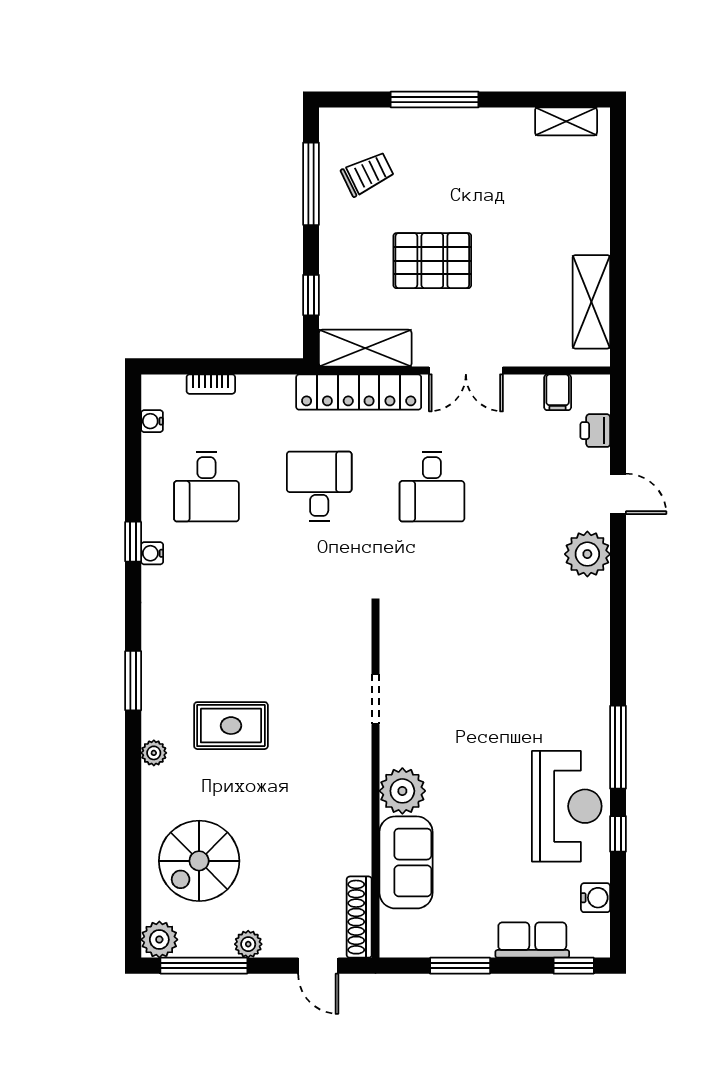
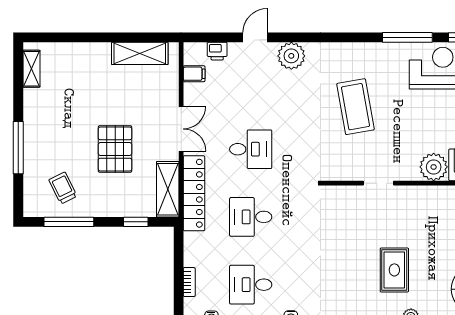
desk: (206, 487) -> (251, 285), turned 180
coffee table: (503, 661) -> (355, 107), added

